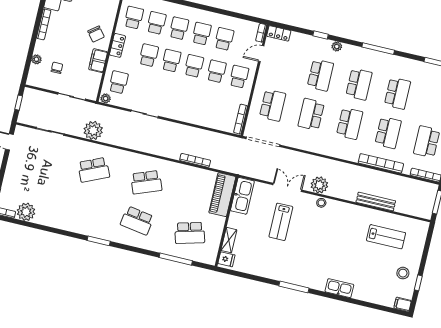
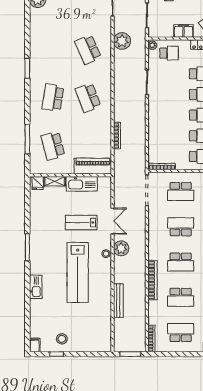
bookcase: (381, 163) -> (152, 280), moved
kitchen sink: (242, 196) -> (82, 184), moved
lab bench: (386, 237) -> (78, 272), moved, width x1.86, depth x1.39

